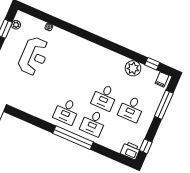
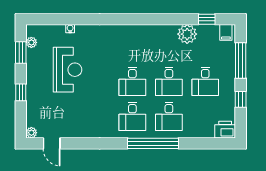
desk: (78, 85) -> (132, 81), added
window: (146, 146) -> (241, 99), moved

